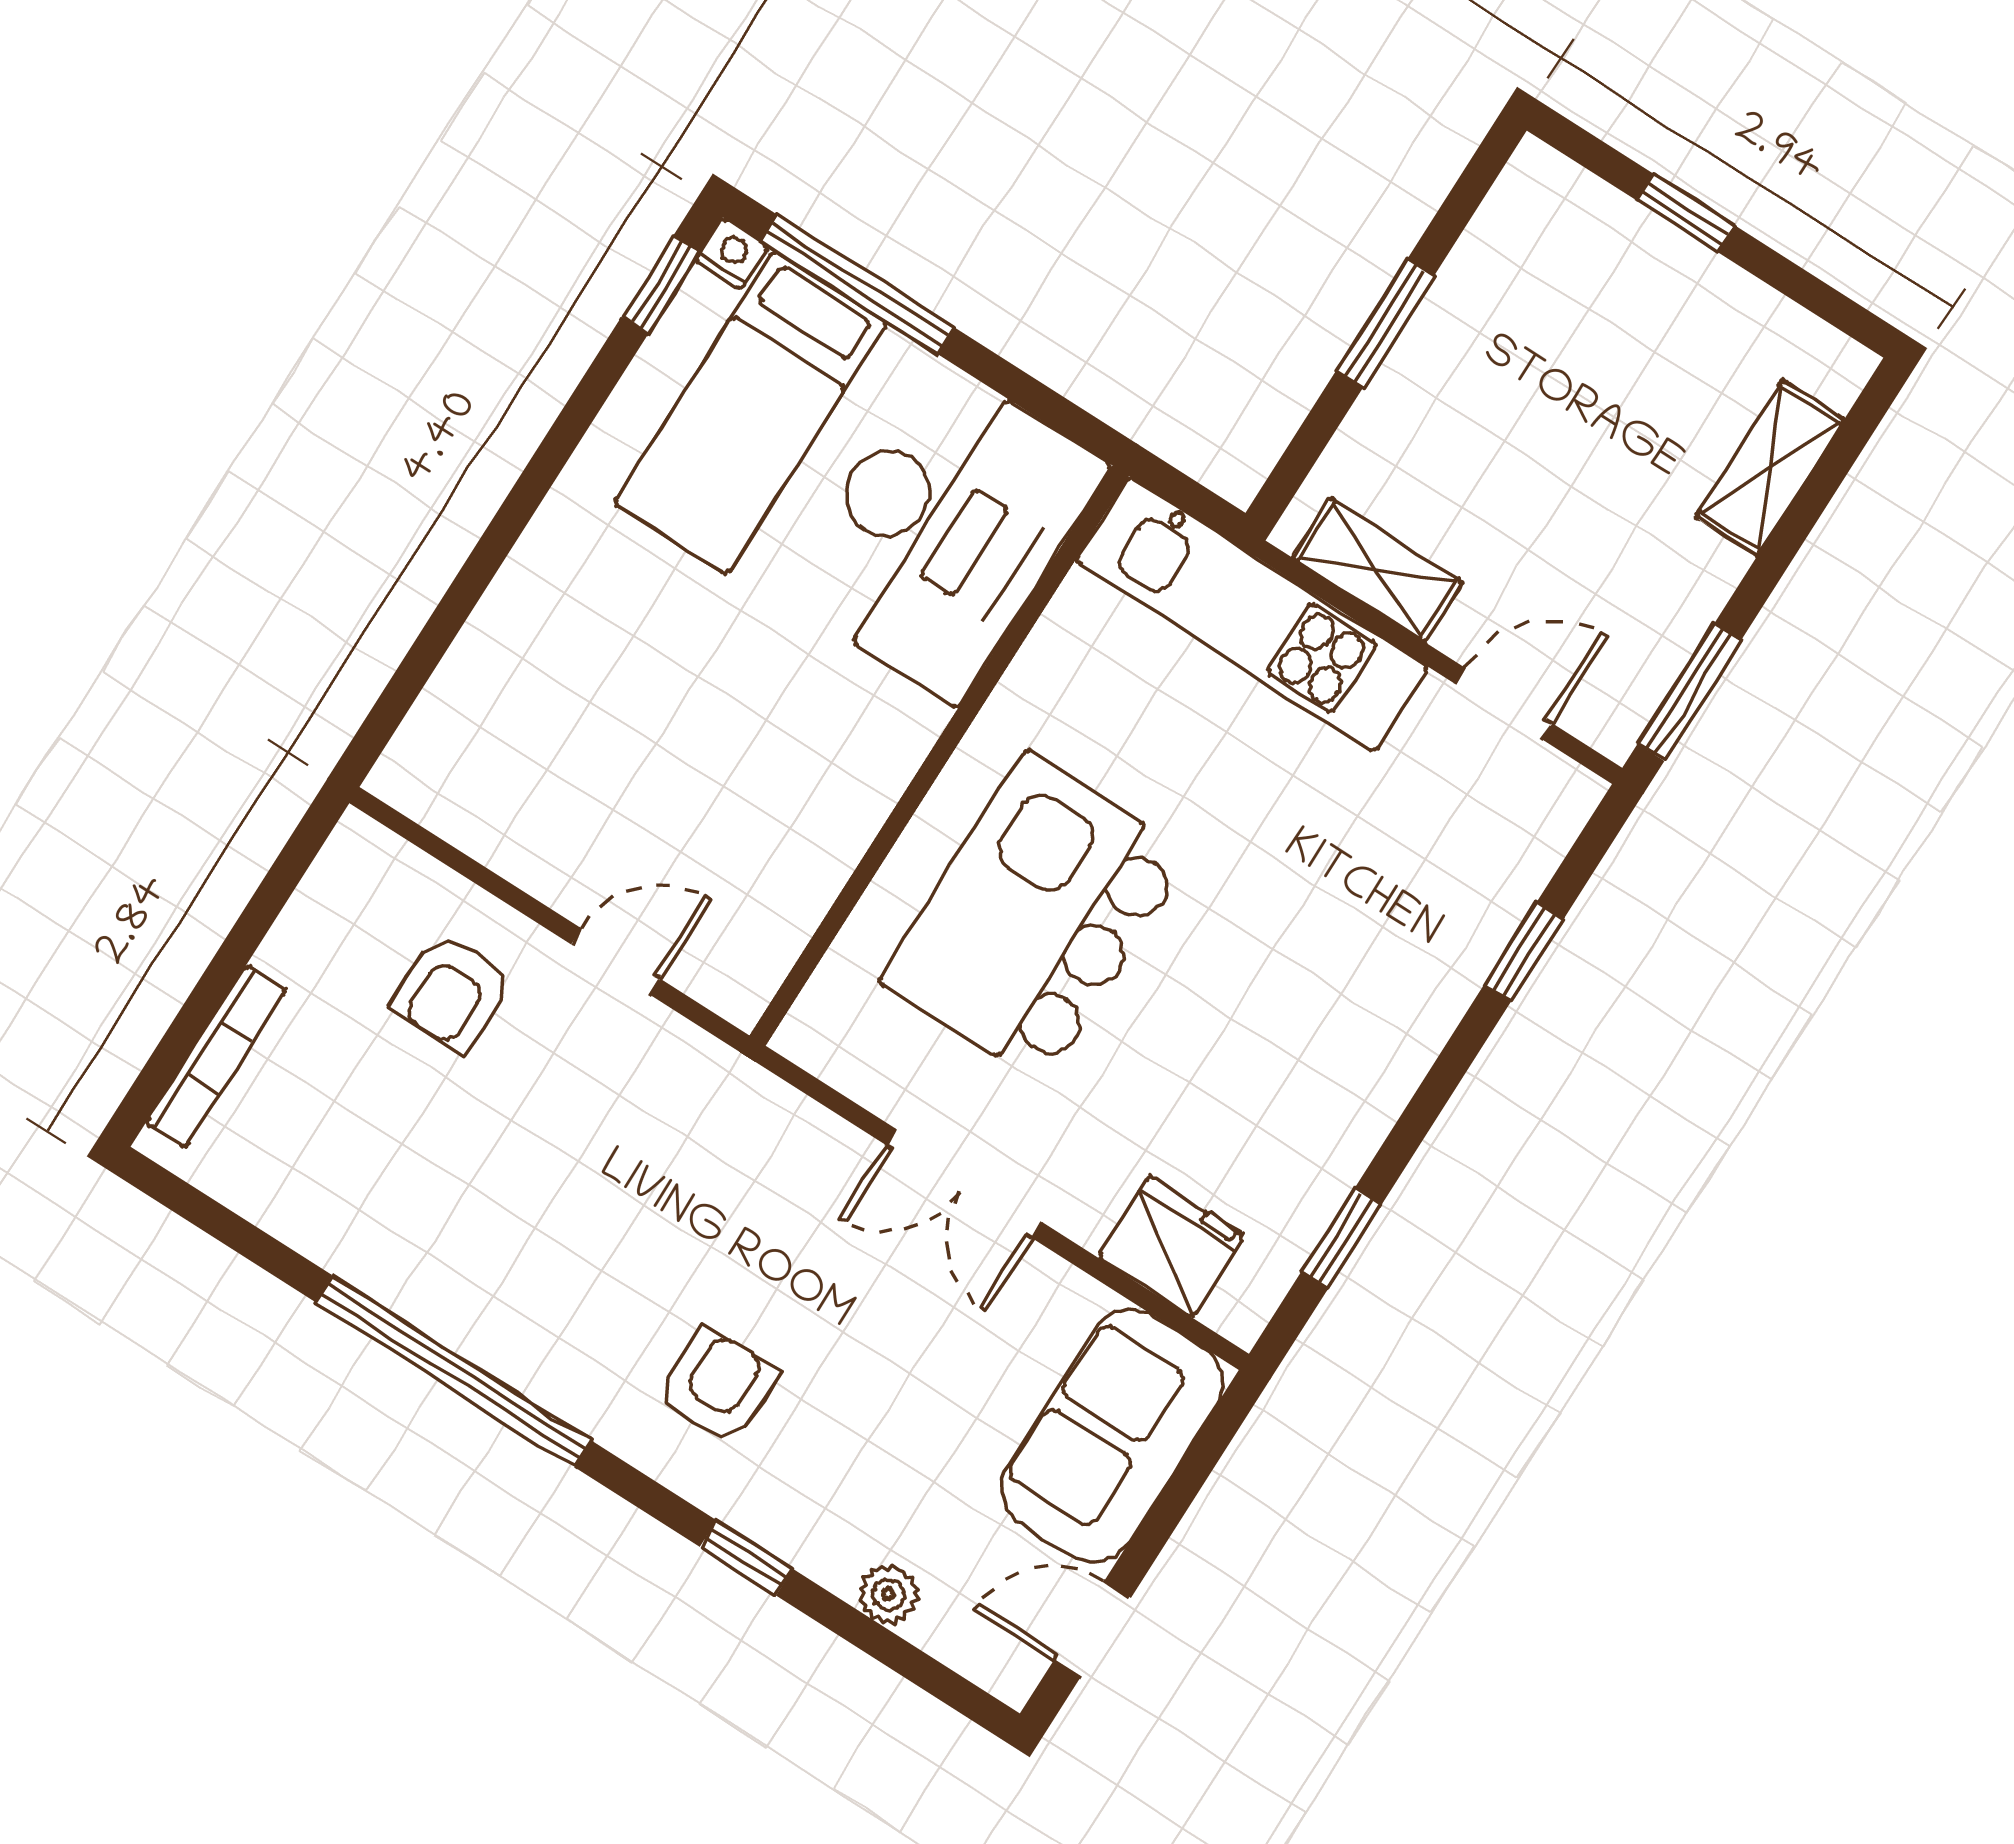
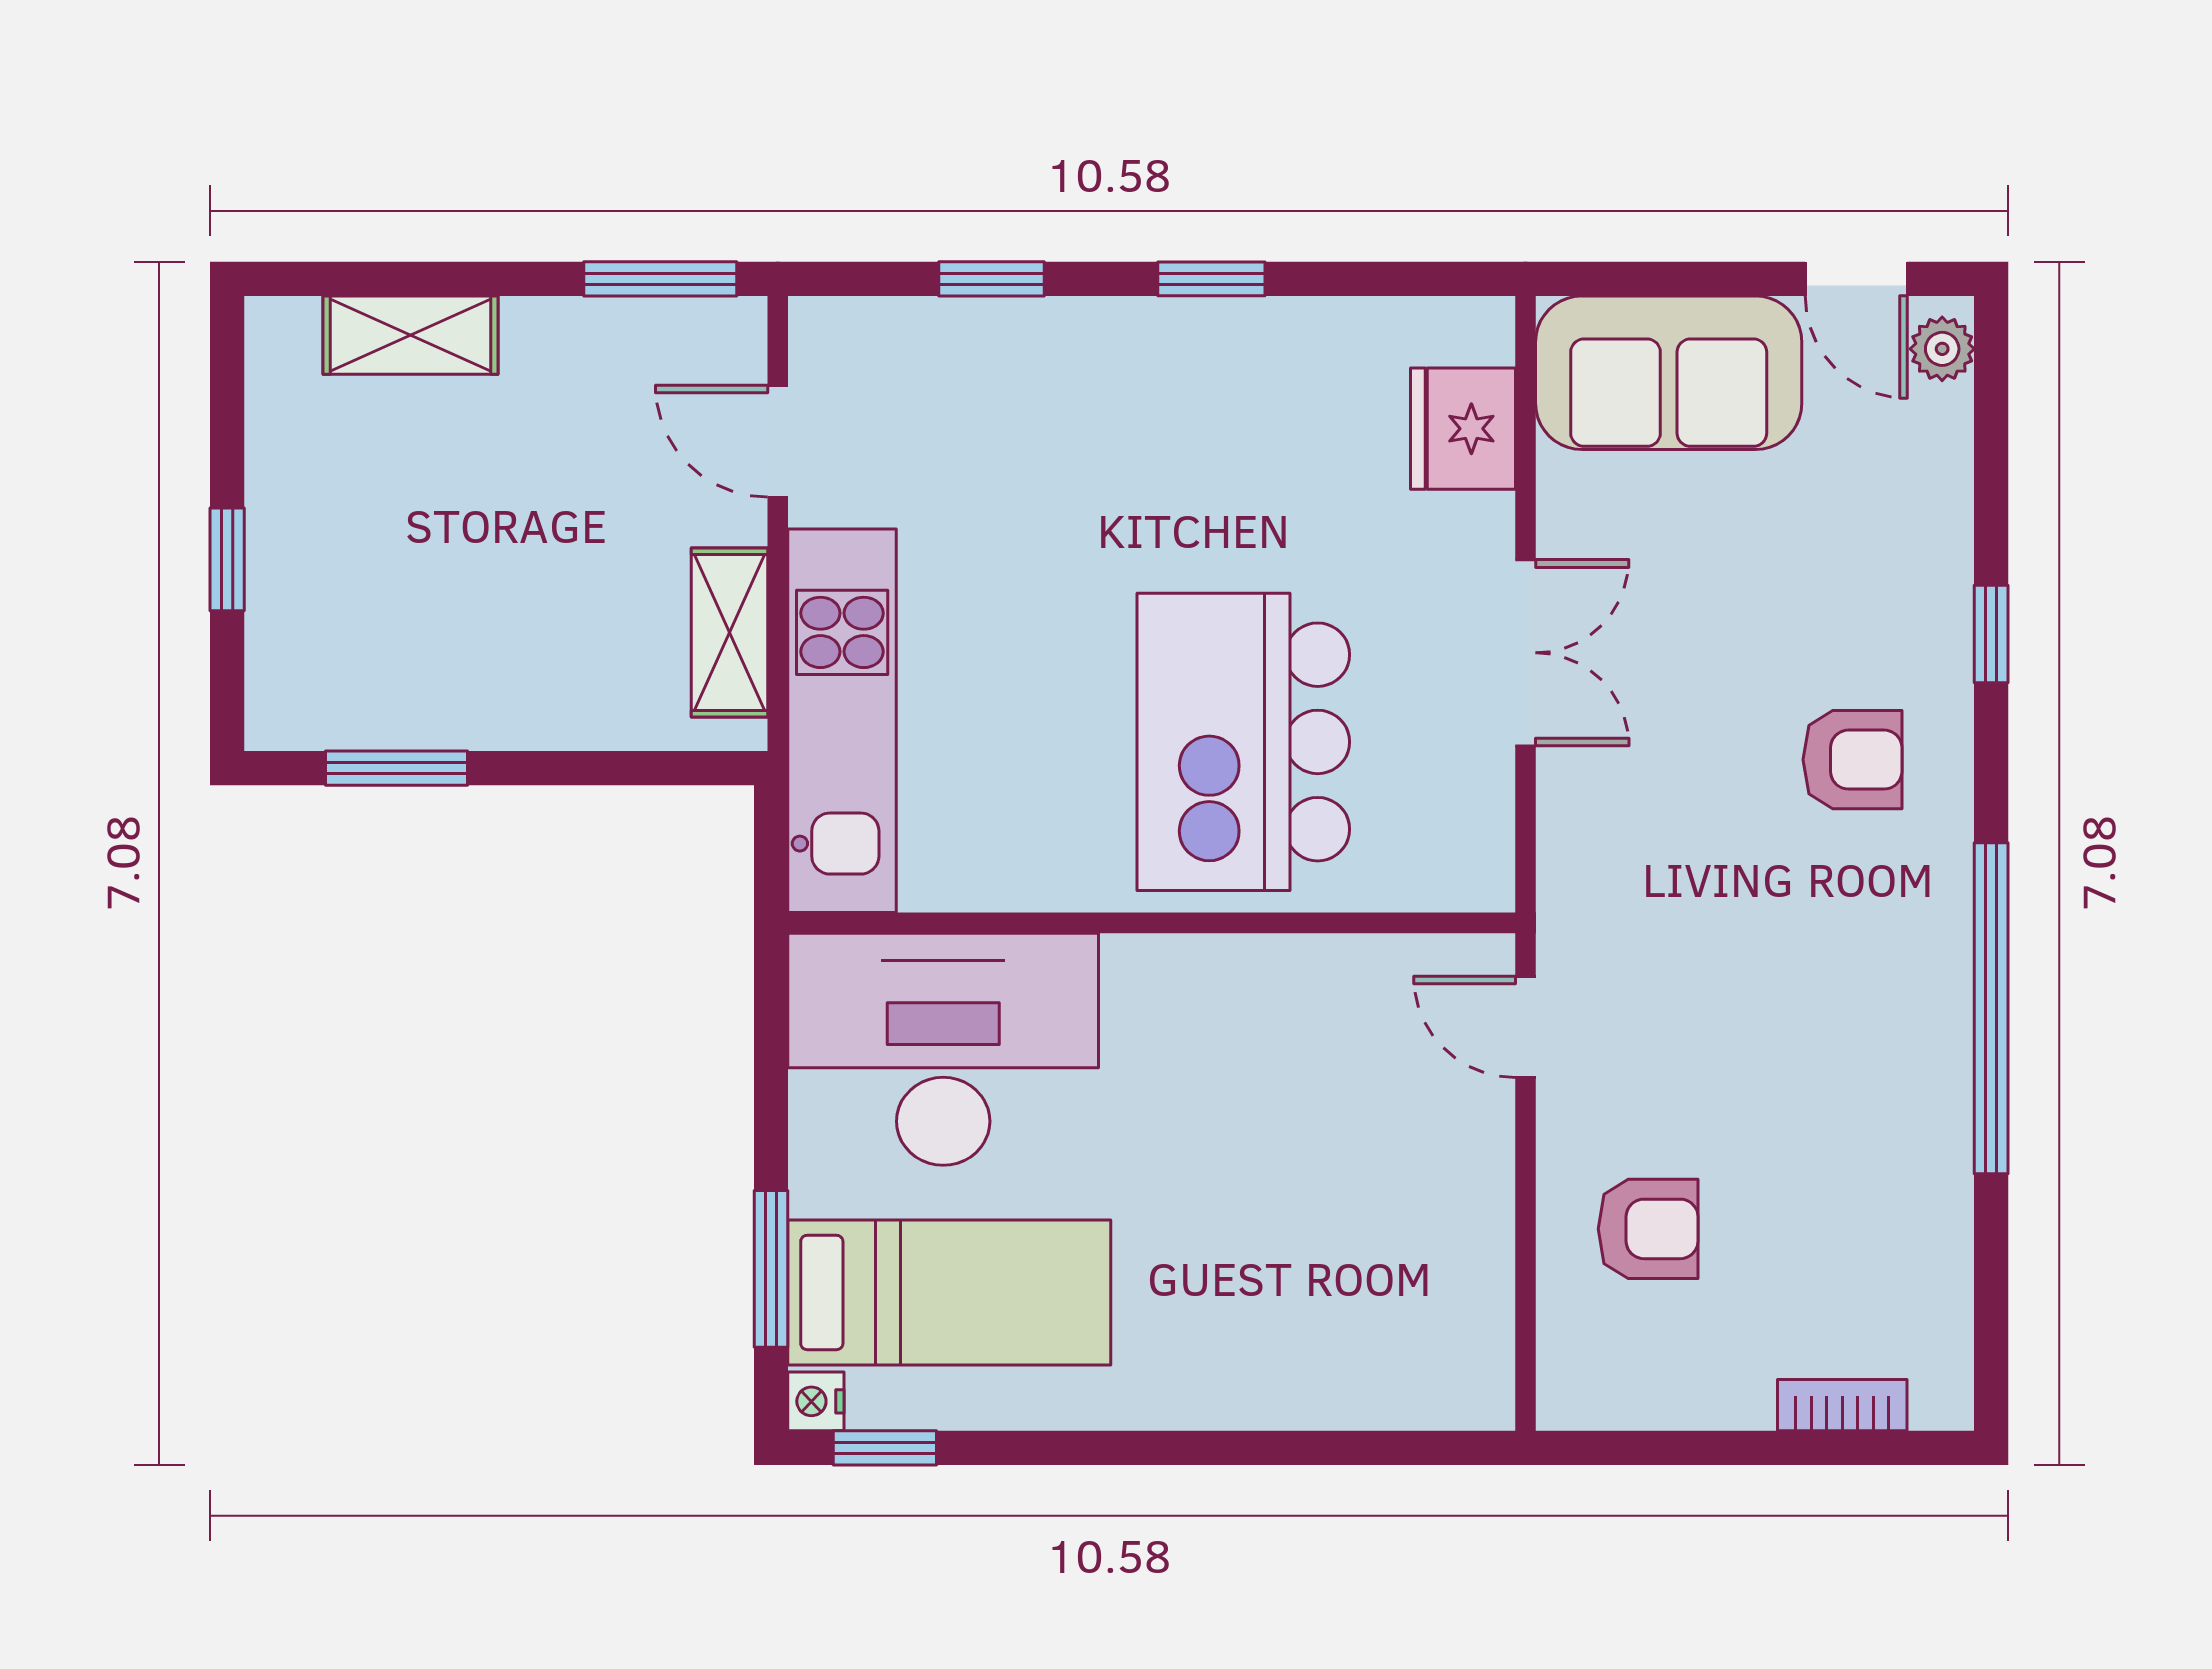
window: (858, 285) -> (771, 1269), width x0.69
window: (1385, 324) -> (396, 768), moved
kitchen island: (1035, 918) -> (1243, 742), turned 90
door: (616, 962) -> (1526, 1027), moved
bookcase: (216, 1056) -> (1842, 1405), width x0.64
window: (1341, 1238) -> (1211, 279), moved
armchair: (717, 1386) -> (1852, 760), turned 180
plant: (888, 1594) -> (1942, 349), moved

